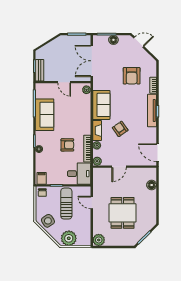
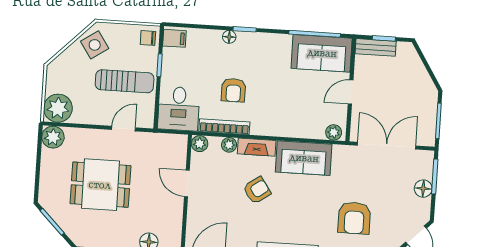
armchair: (132, 76) -> (354, 218), turned -90
sofa: (45, 115) -> (322, 53), moved
plant: (69, 238) -> (58, 108), moved

